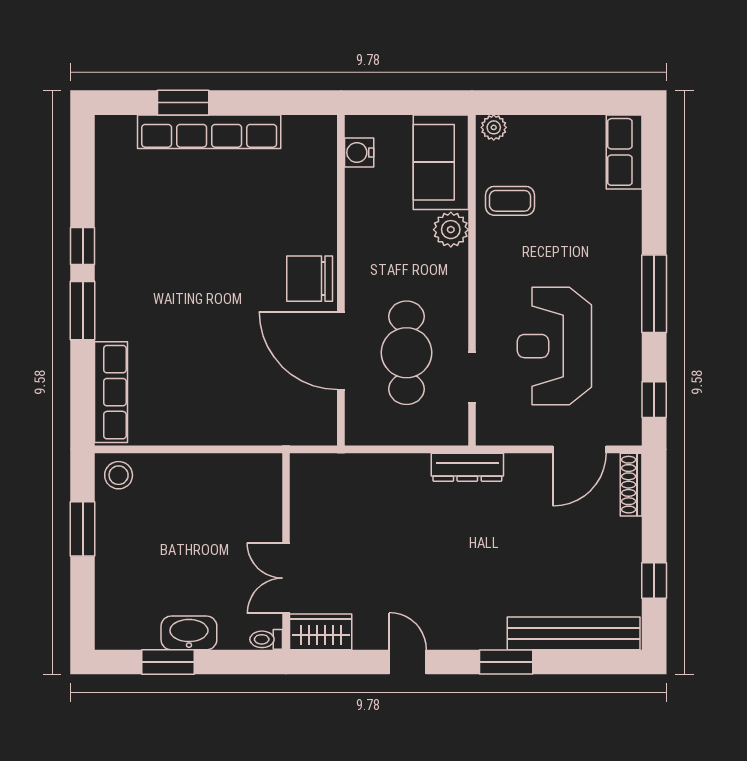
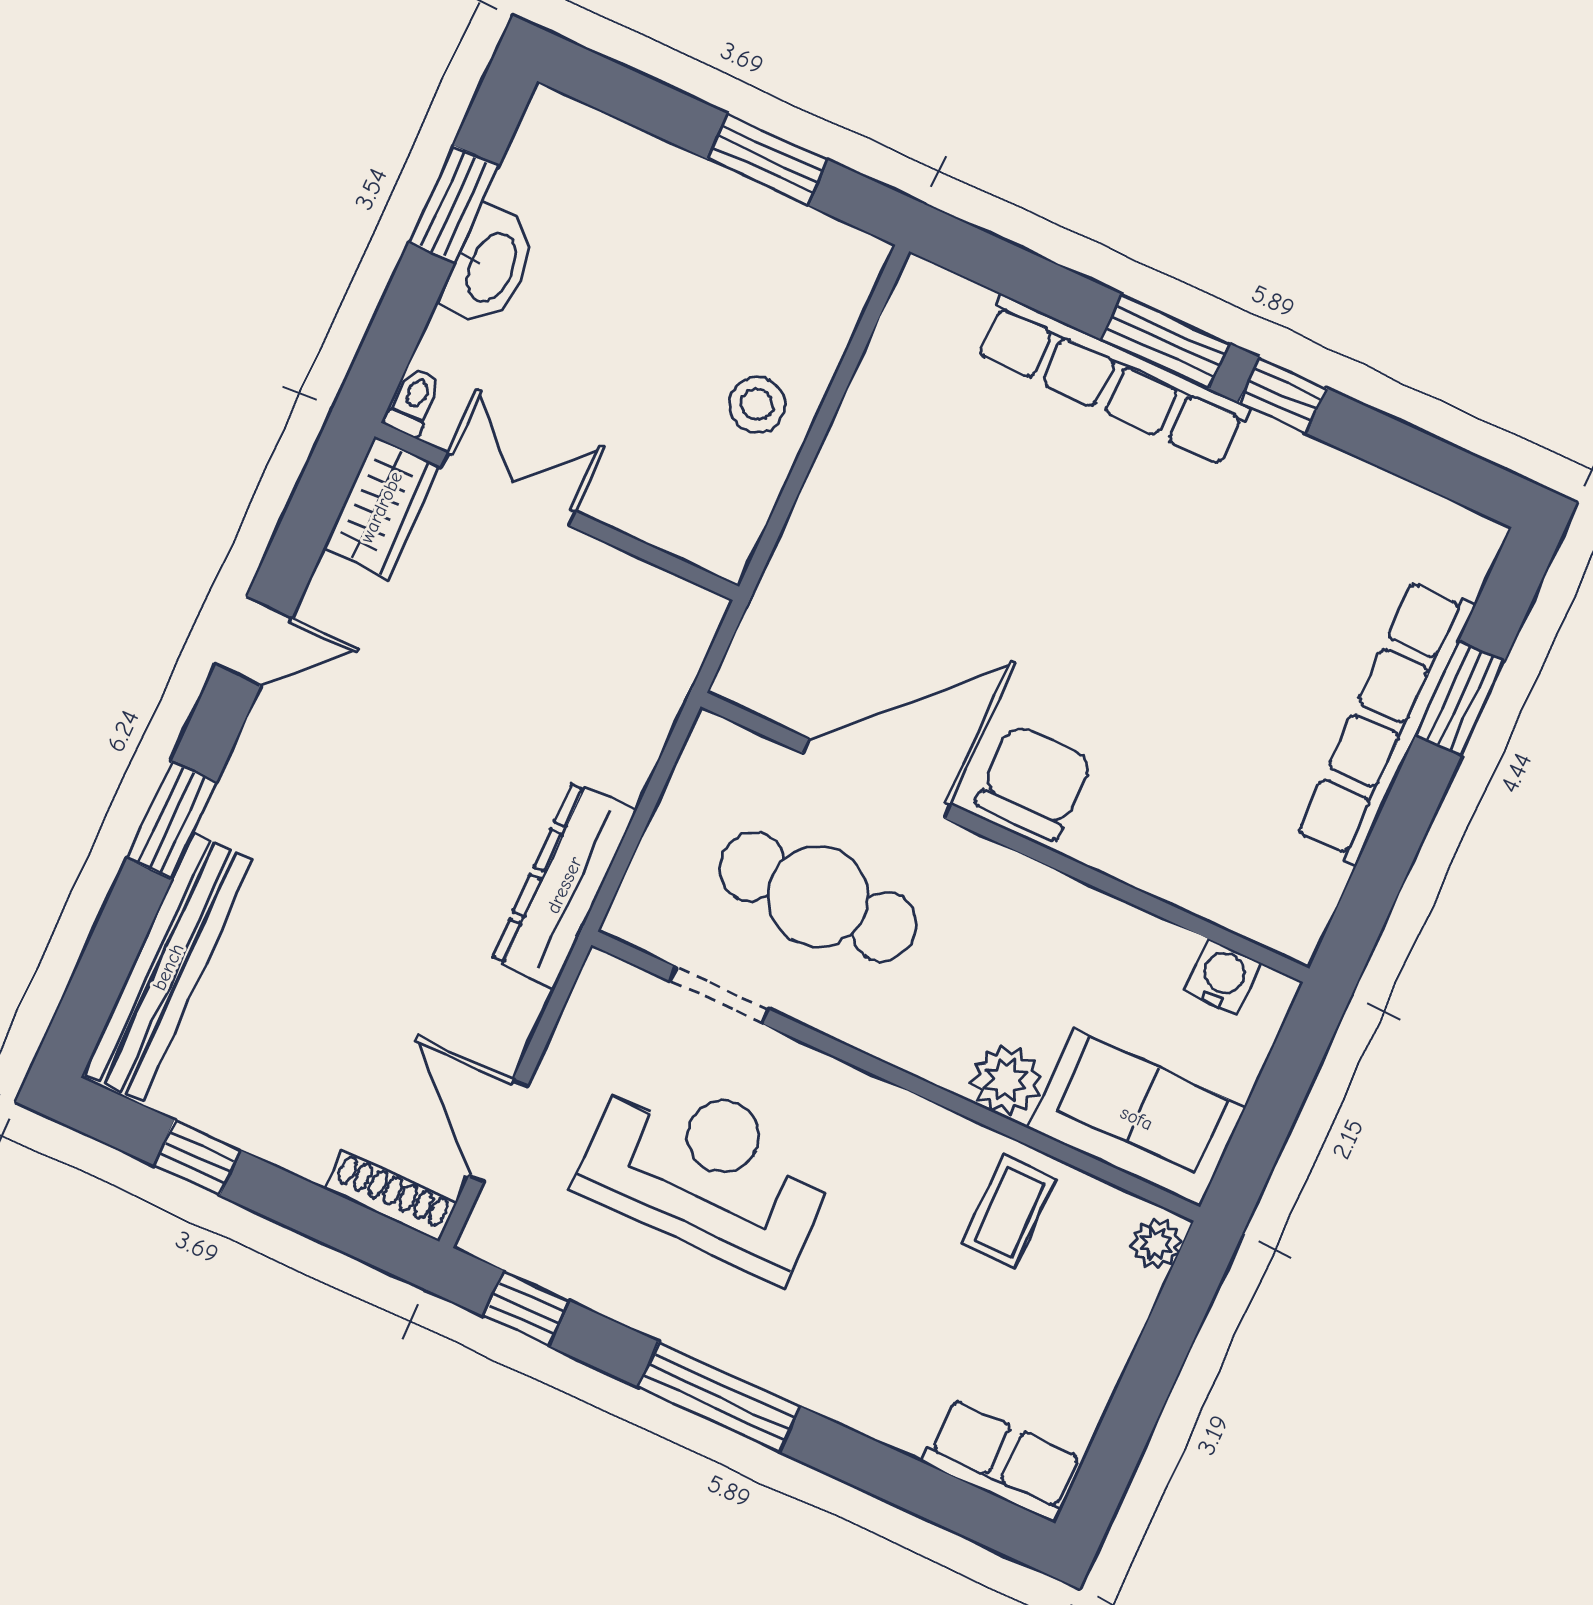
row of seats: (111, 392) -> (1113, 380), moved, width x1.36
dresser: (467, 467) -> (564, 885), width x1.37, depth x1.24
stool: (119, 475) -> (757, 405), moved

